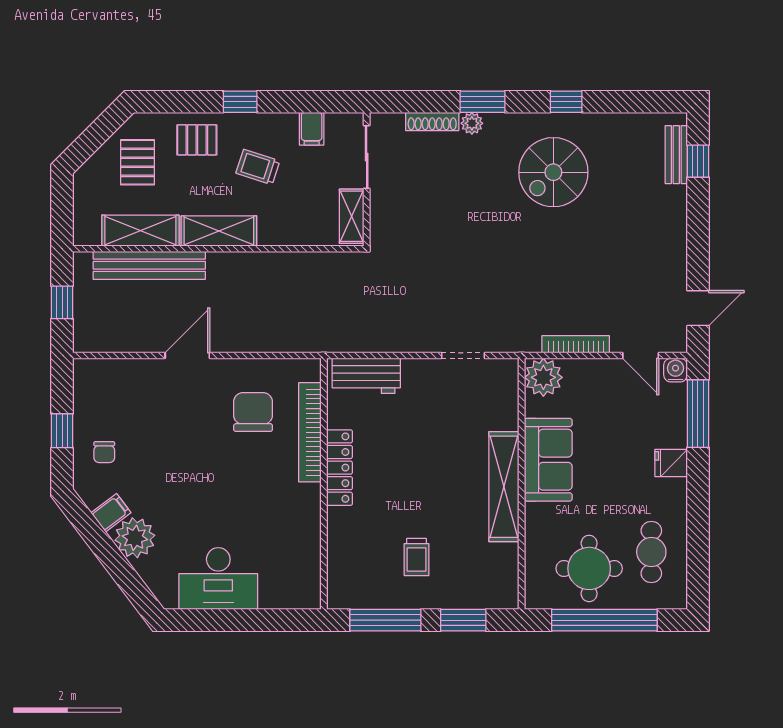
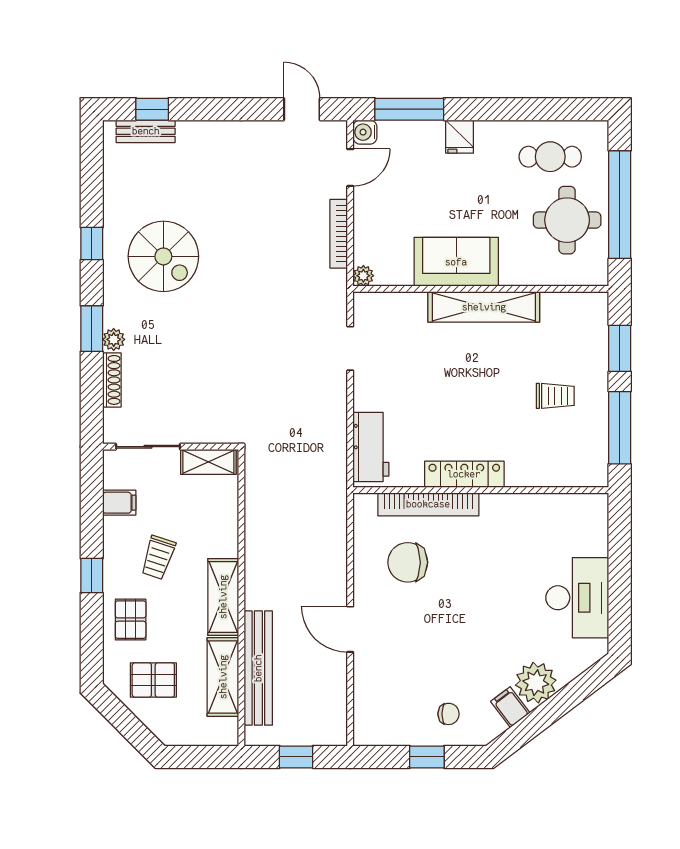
plant: (543, 377) -> (363, 276), width x0.53, depth x0.53

